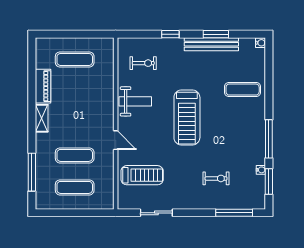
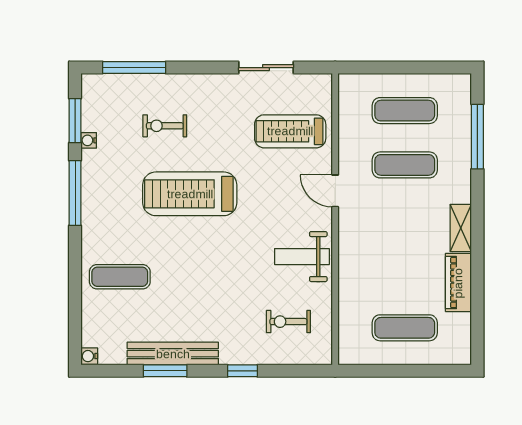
treadmill: (187, 118) -> (190, 194), moved, turned -90

